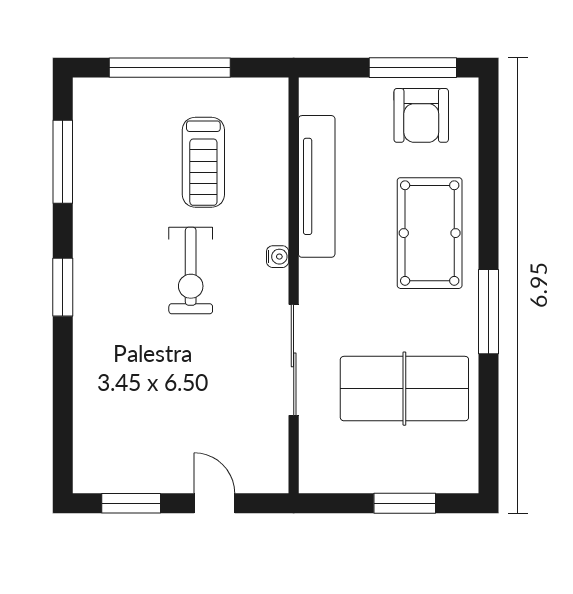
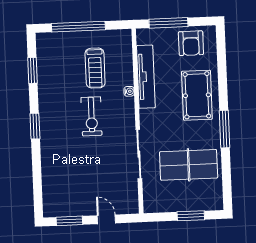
window: (413, 68) -> (168, 23), moved
window: (63, 162) -> (33, 70), width x0.69
water cooler: (278, 257) -> (129, 91), moved

